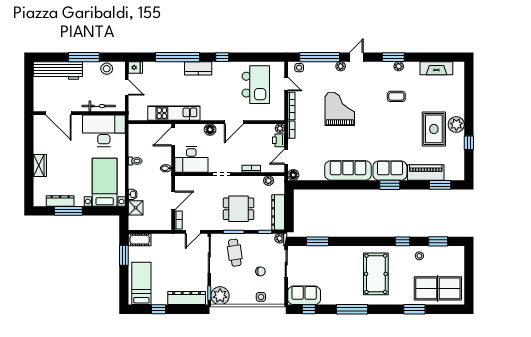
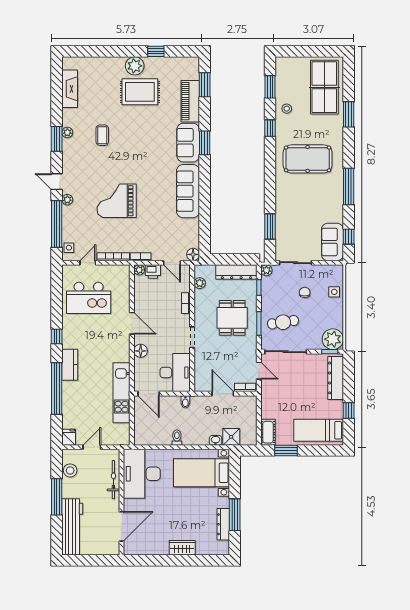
kitchen island: (256, 85) -> (89, 298), turned 180

